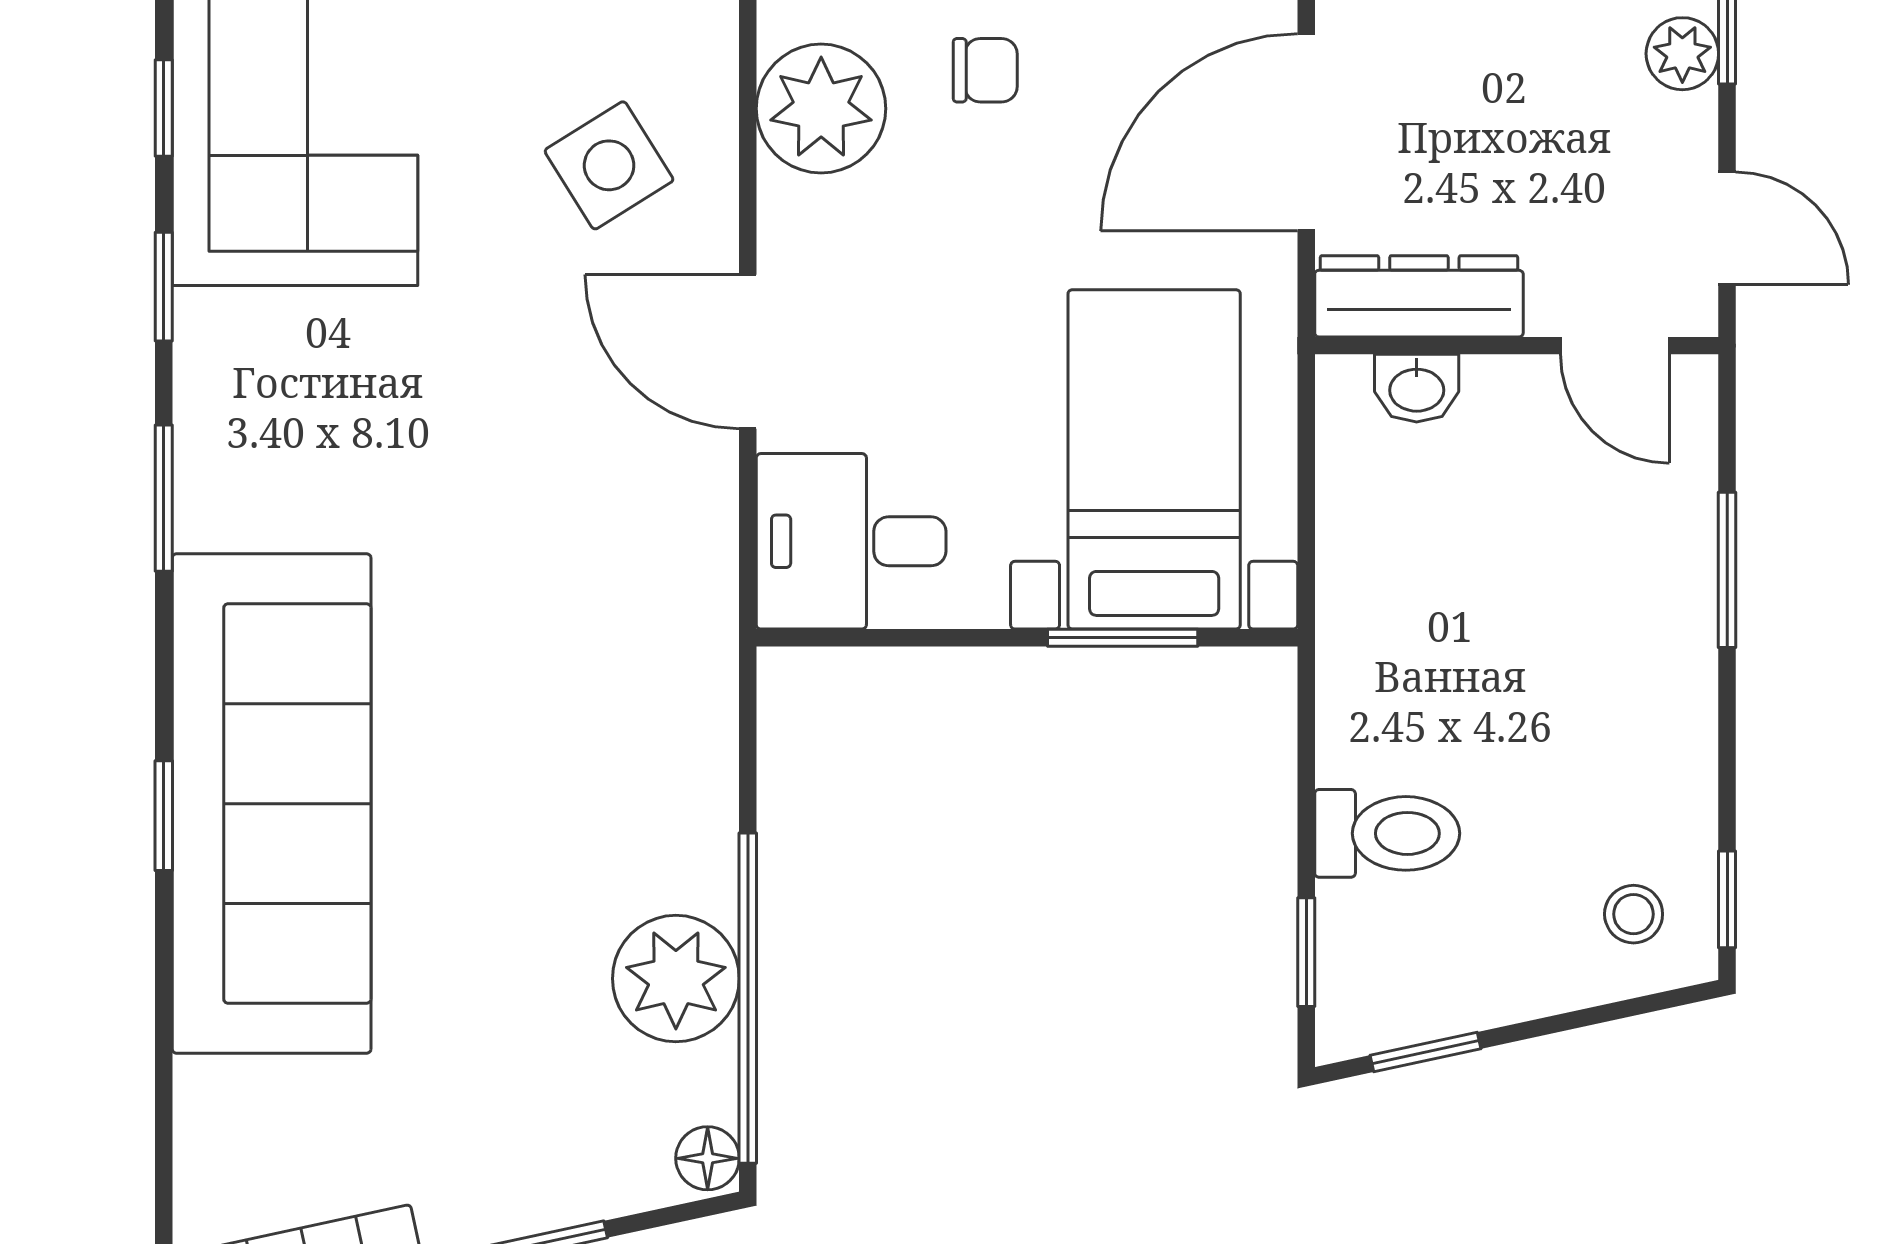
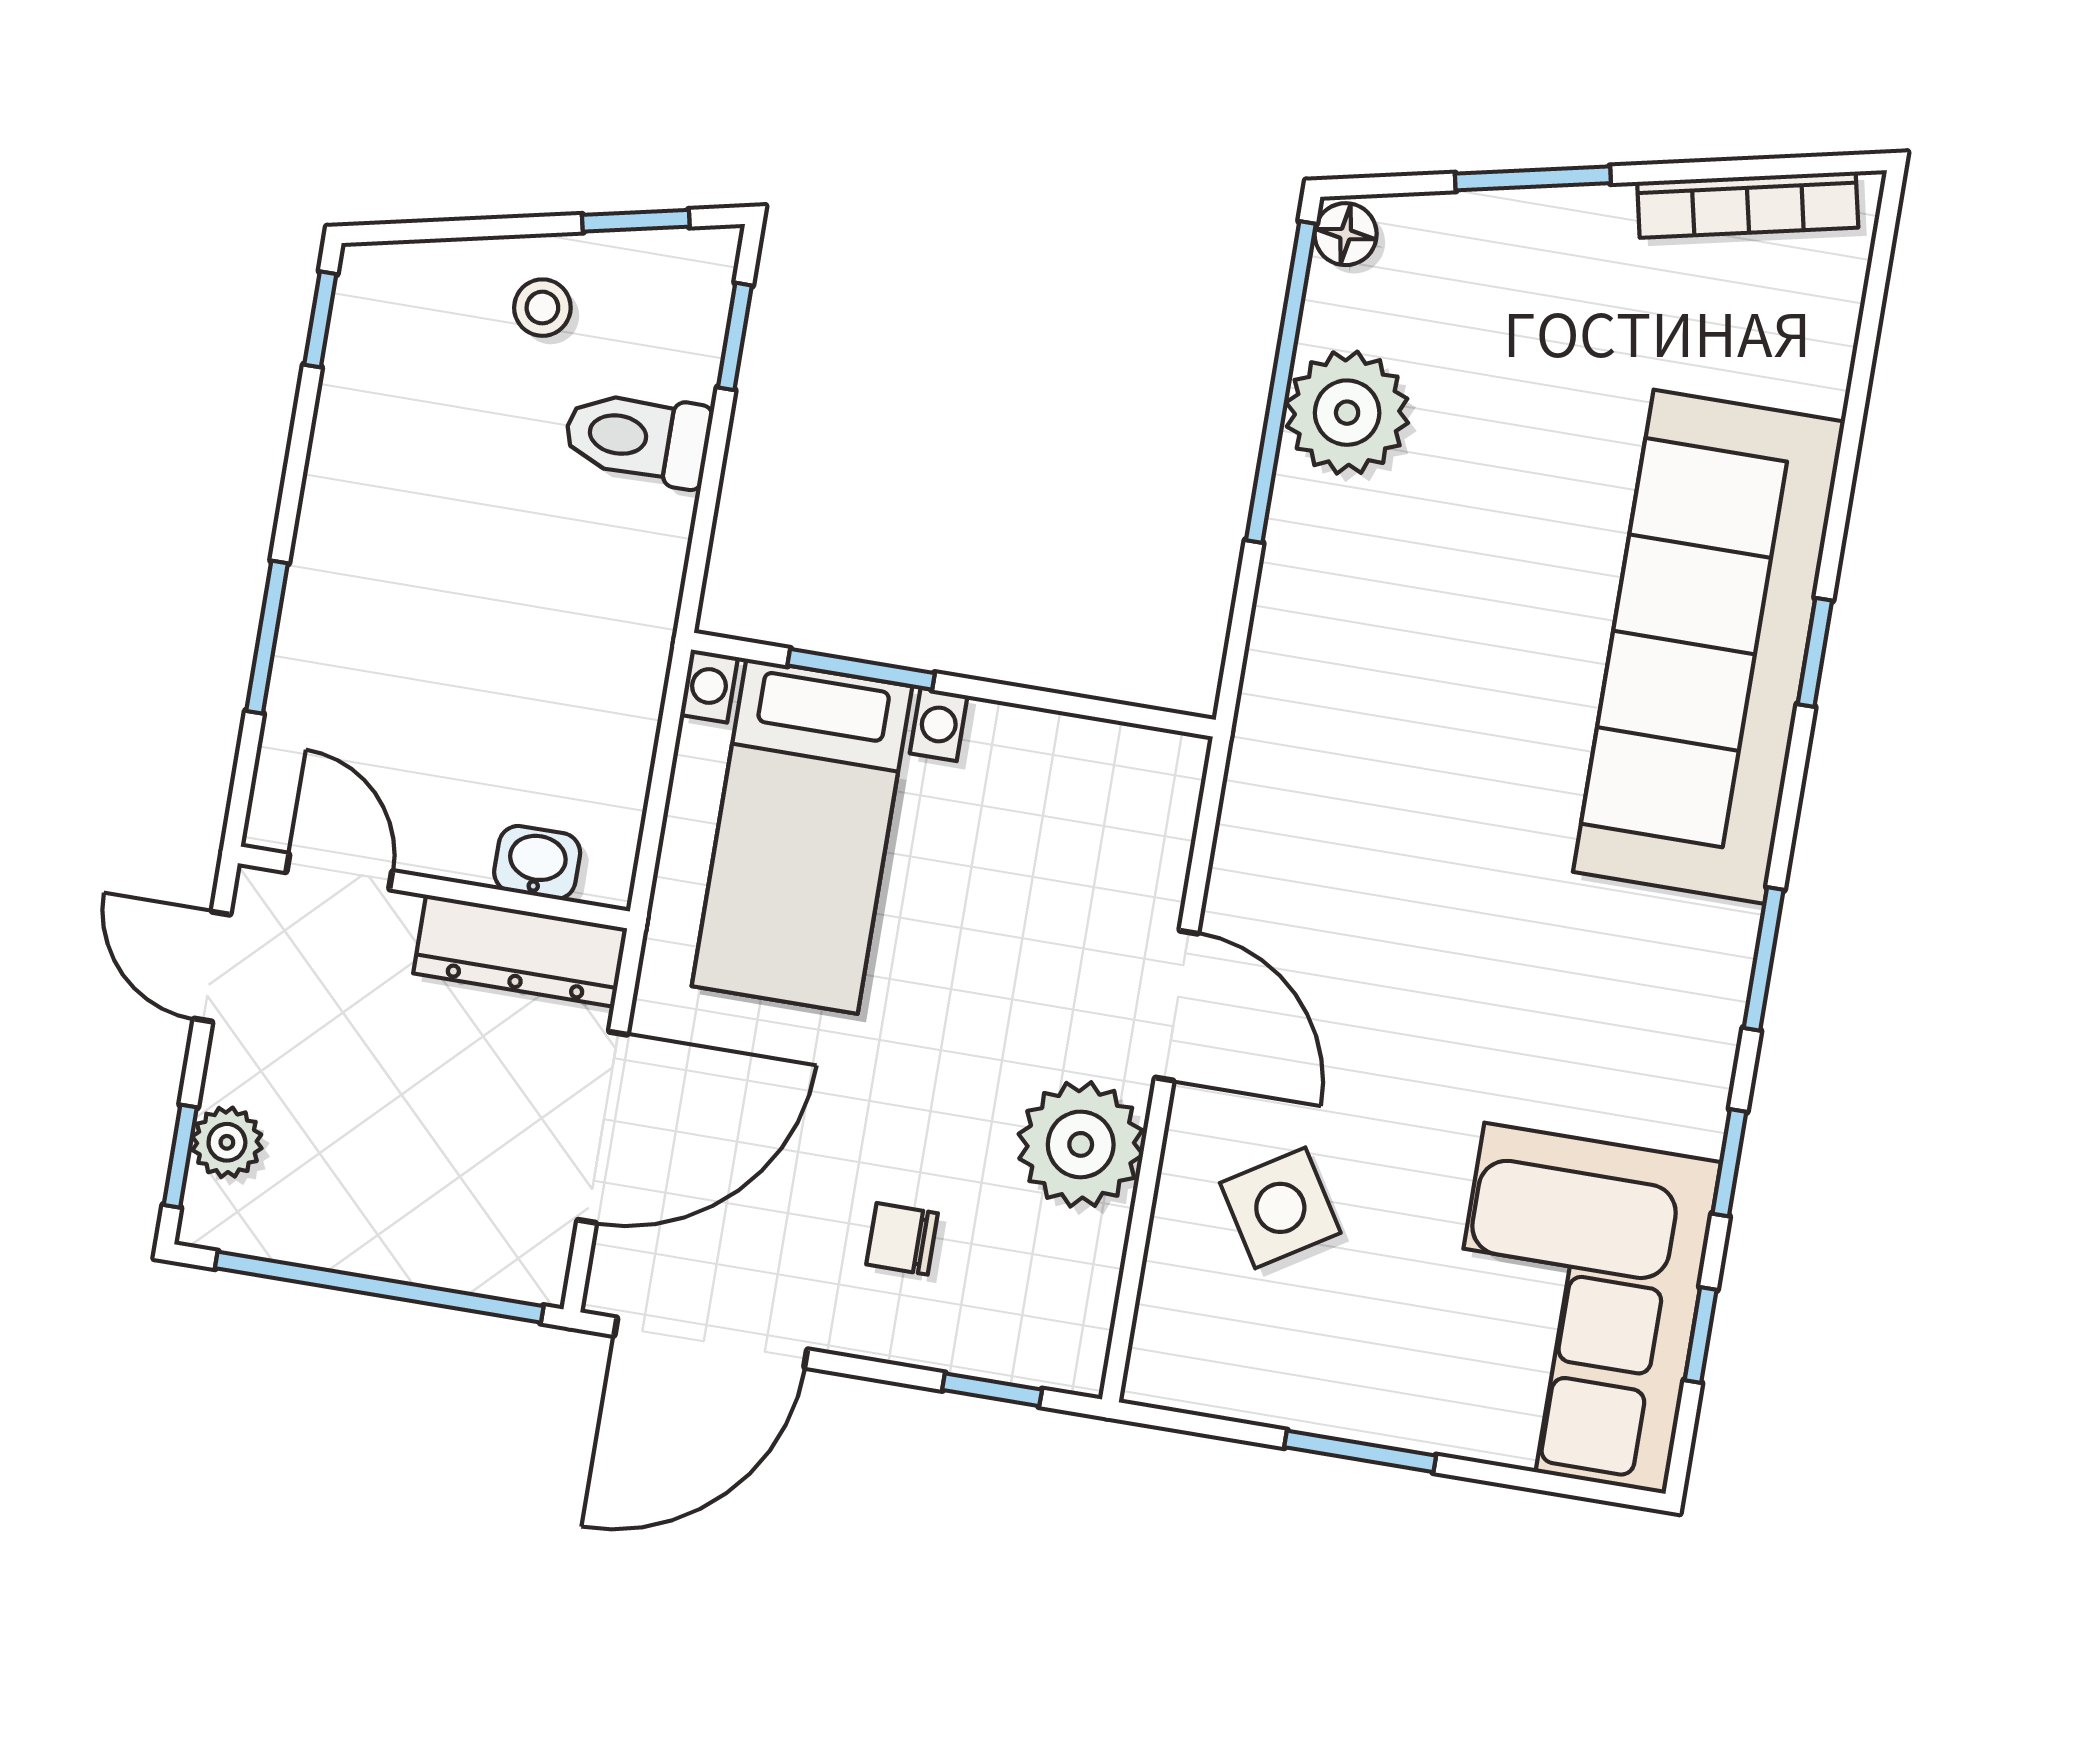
plant: (821, 109) -> (1081, 1144), moved
desk: (851, 541) -> (1107, 806), removed
stool: (1634, 914) -> (542, 308), moved

